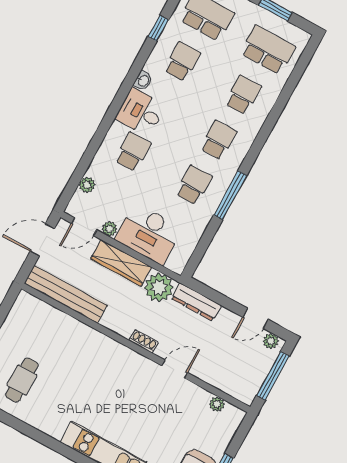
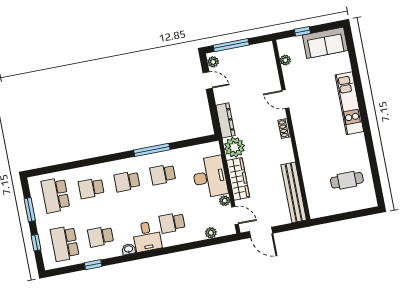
bench: (66, 294) -> (294, 192), moved
shoe rack: (144, 341) -> (284, 129), moved
wall: (136, 348) -> (291, 130), moved
door: (175, 369) -> (285, 99), moved
plant: (217, 404) -> (285, 60), moved

